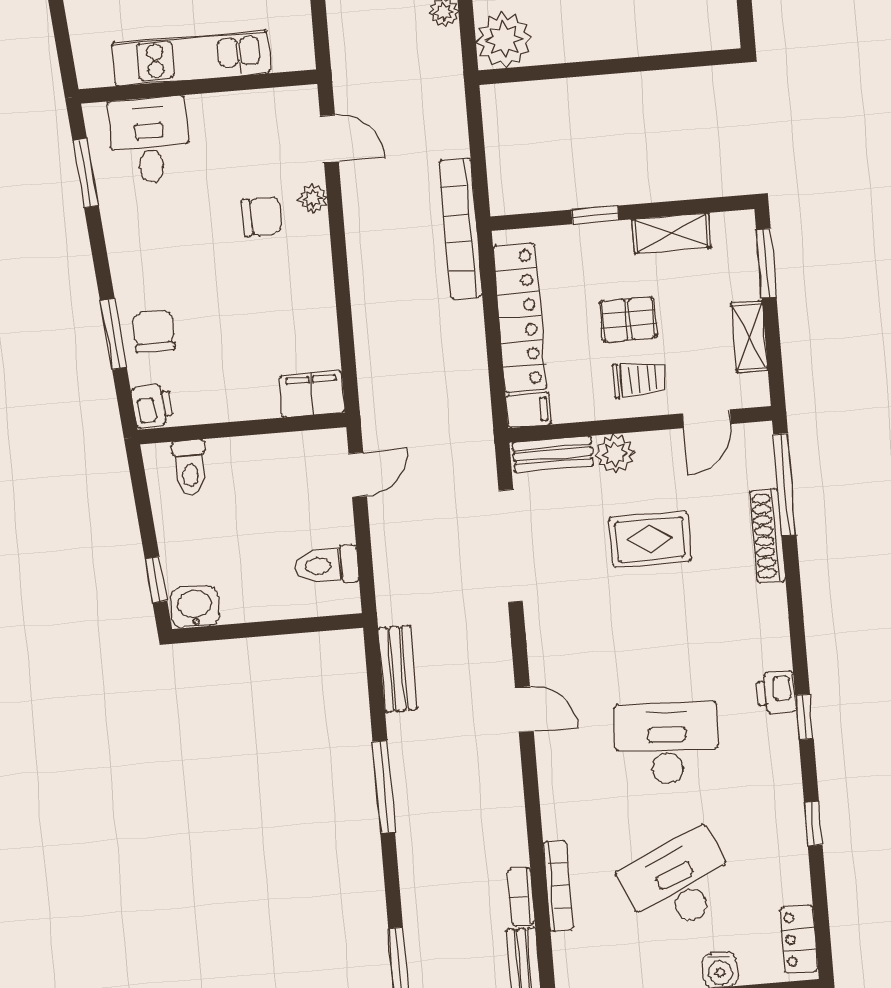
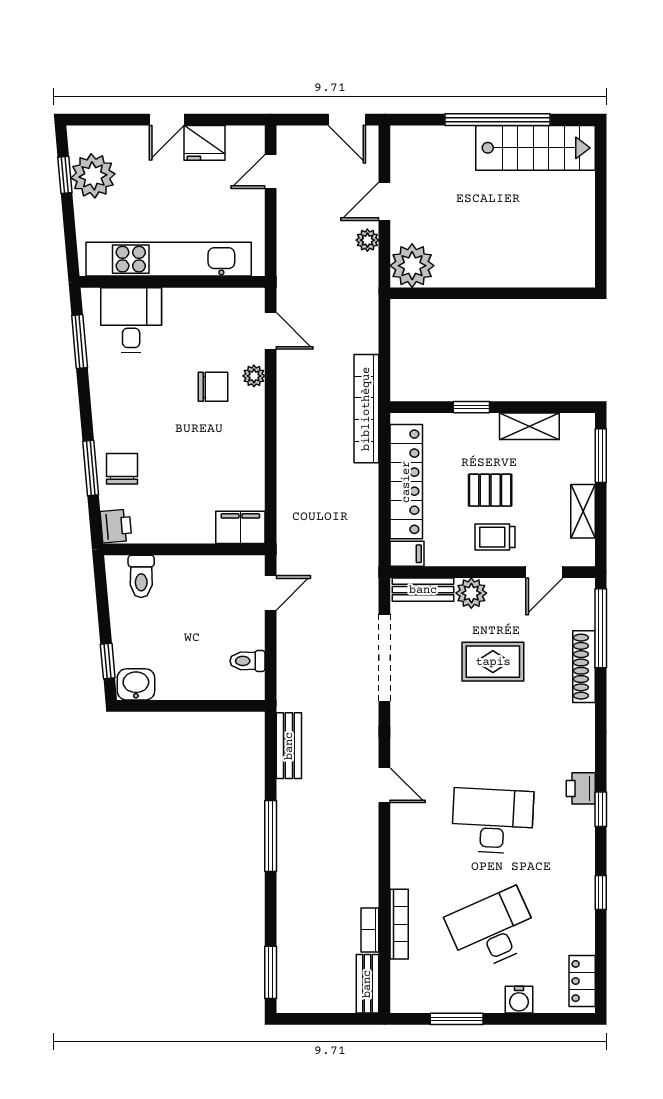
kitchen unit: (191, 58) -> (169, 259), width x1.36
trolley: (640, 379) -> (495, 537), turned 180
toilet: (327, 565) -> (248, 661), width x0.73, depth x0.72

